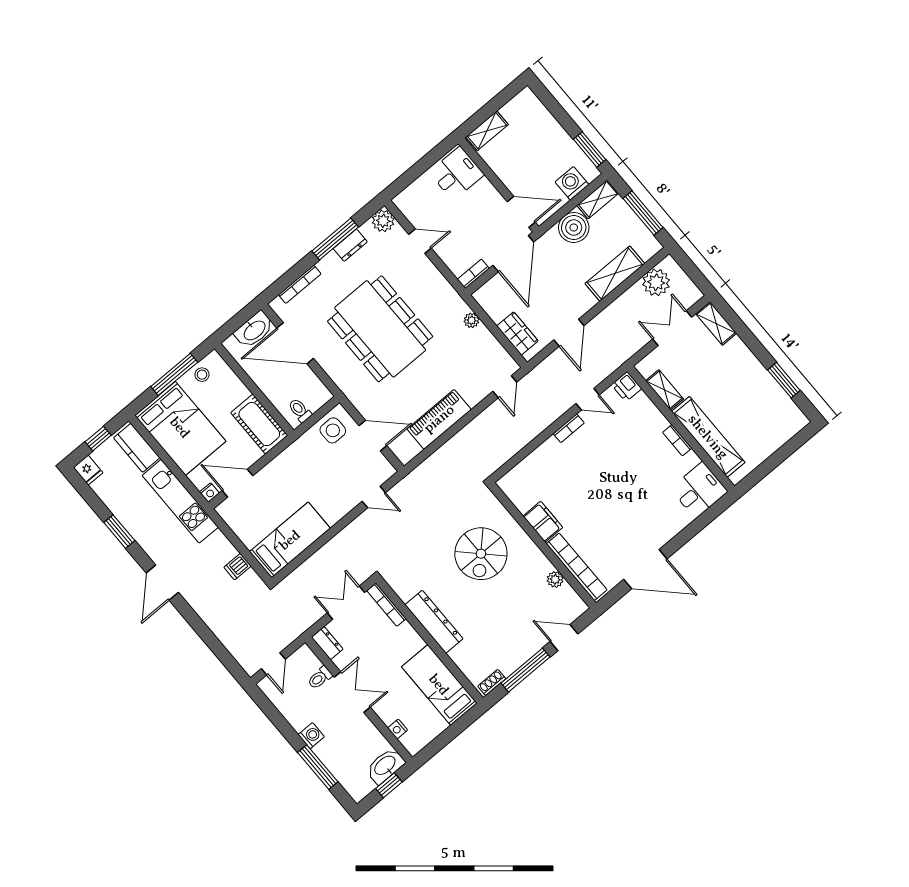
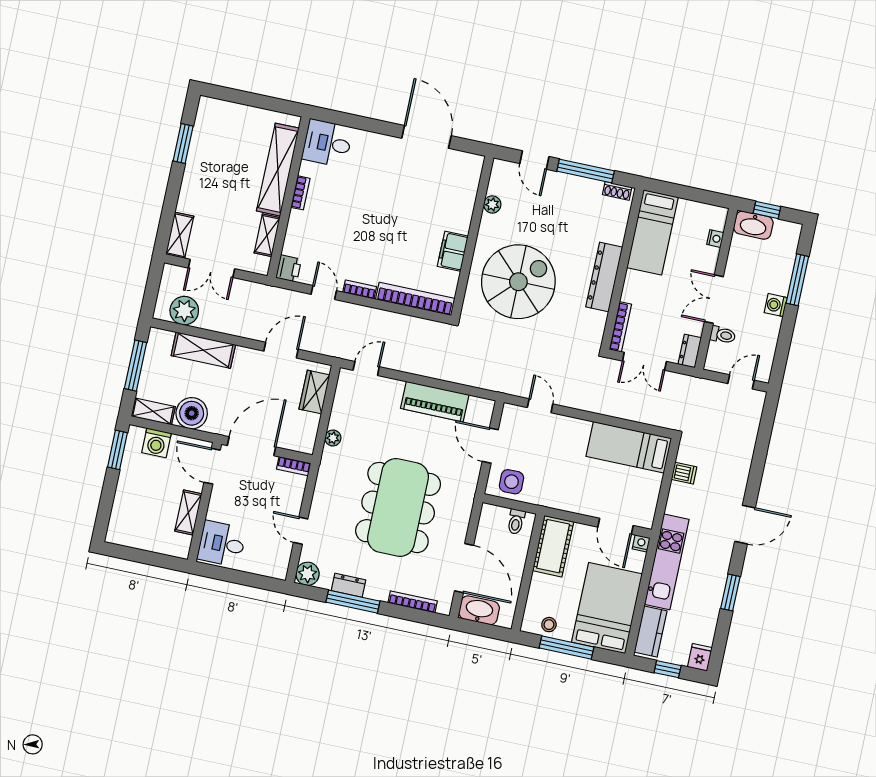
shelving: (487, 131) -> (188, 512), moved, turned 90
spiral stairs: (481, 554) -> (518, 282), width x1.37, depth x1.37
bookcase: (577, 567) -> (415, 299), moved, turned 90

